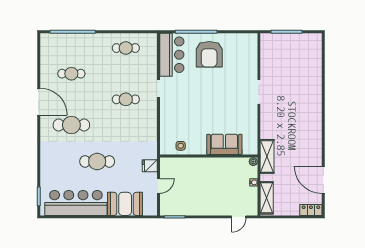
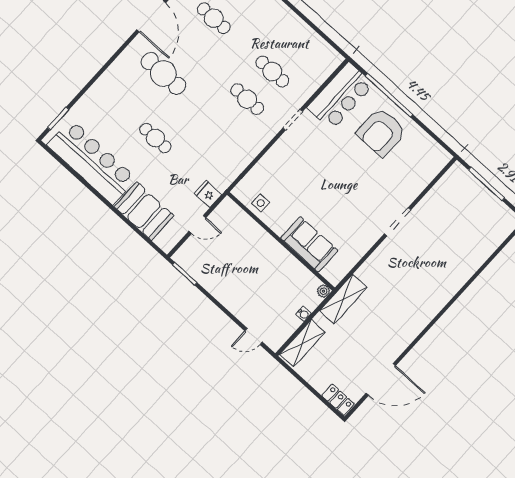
cafe table: (126, 48) -> (272, 72), moved
cafe table: (97, 161) -> (155, 138), width x0.73, depth x0.74
door: (323, 180) -> (381, 379), swing flipped

